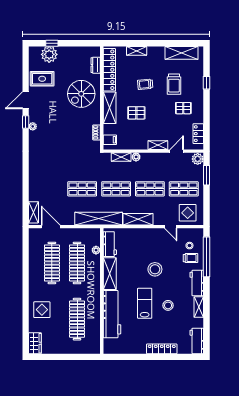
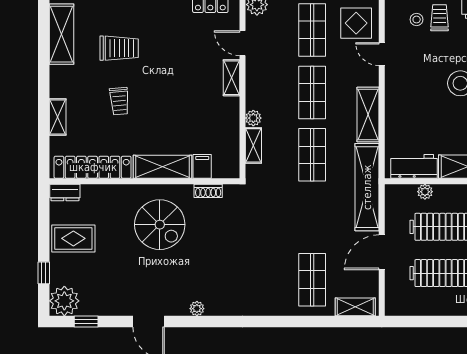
plant: (49, 54) -> (64, 301), moved
dresser: (96, 65) -> (65, 193), moved
rug: (42, 79) -> (73, 238), moved, turned 90
spiral stairs: (81, 94) -> (160, 225), moved
pallet: (183, 108) -> (163, 31), removed
pallet: (136, 113) -> (172, 117), removed
window: (26, 122) -> (86, 321), moved
filing cabinet: (110, 140) -> (202, 166), moved
shop shelf: (82, 189) -> (312, 280), moved
door: (51, 227) -> (382, 252), moved
door: (171, 227) -> (382, 54), swing flipped

